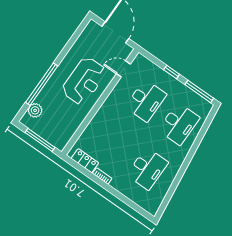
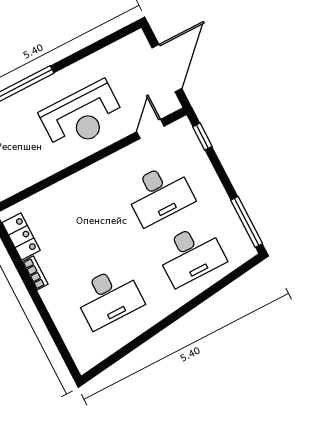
door: (123, 69) -> (150, 129), hinge flipped
window: (172, 72) -> (202, 137), moved

